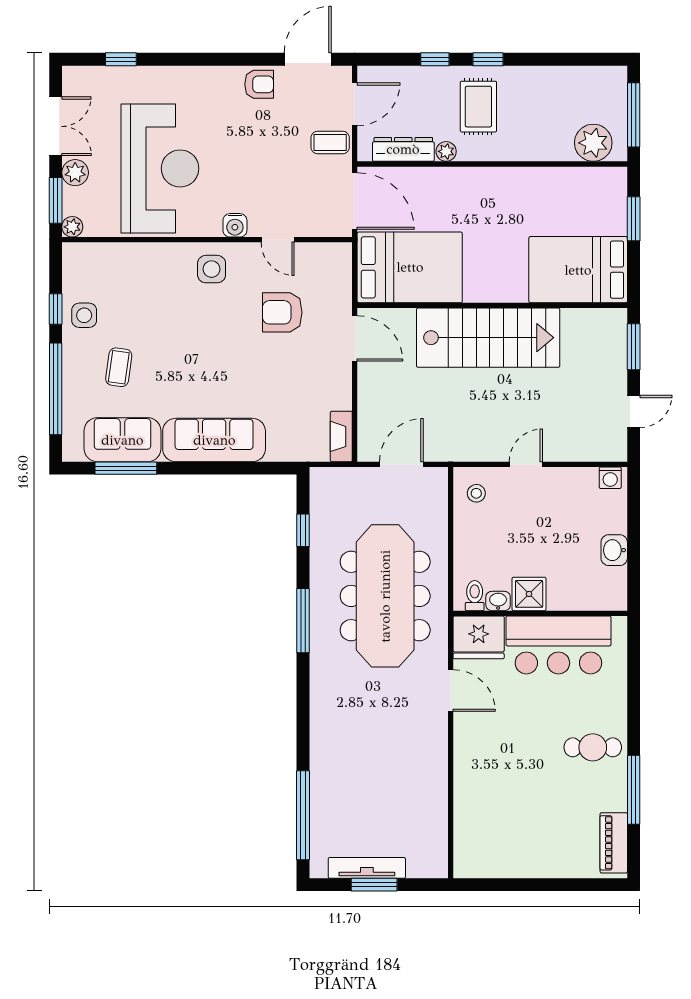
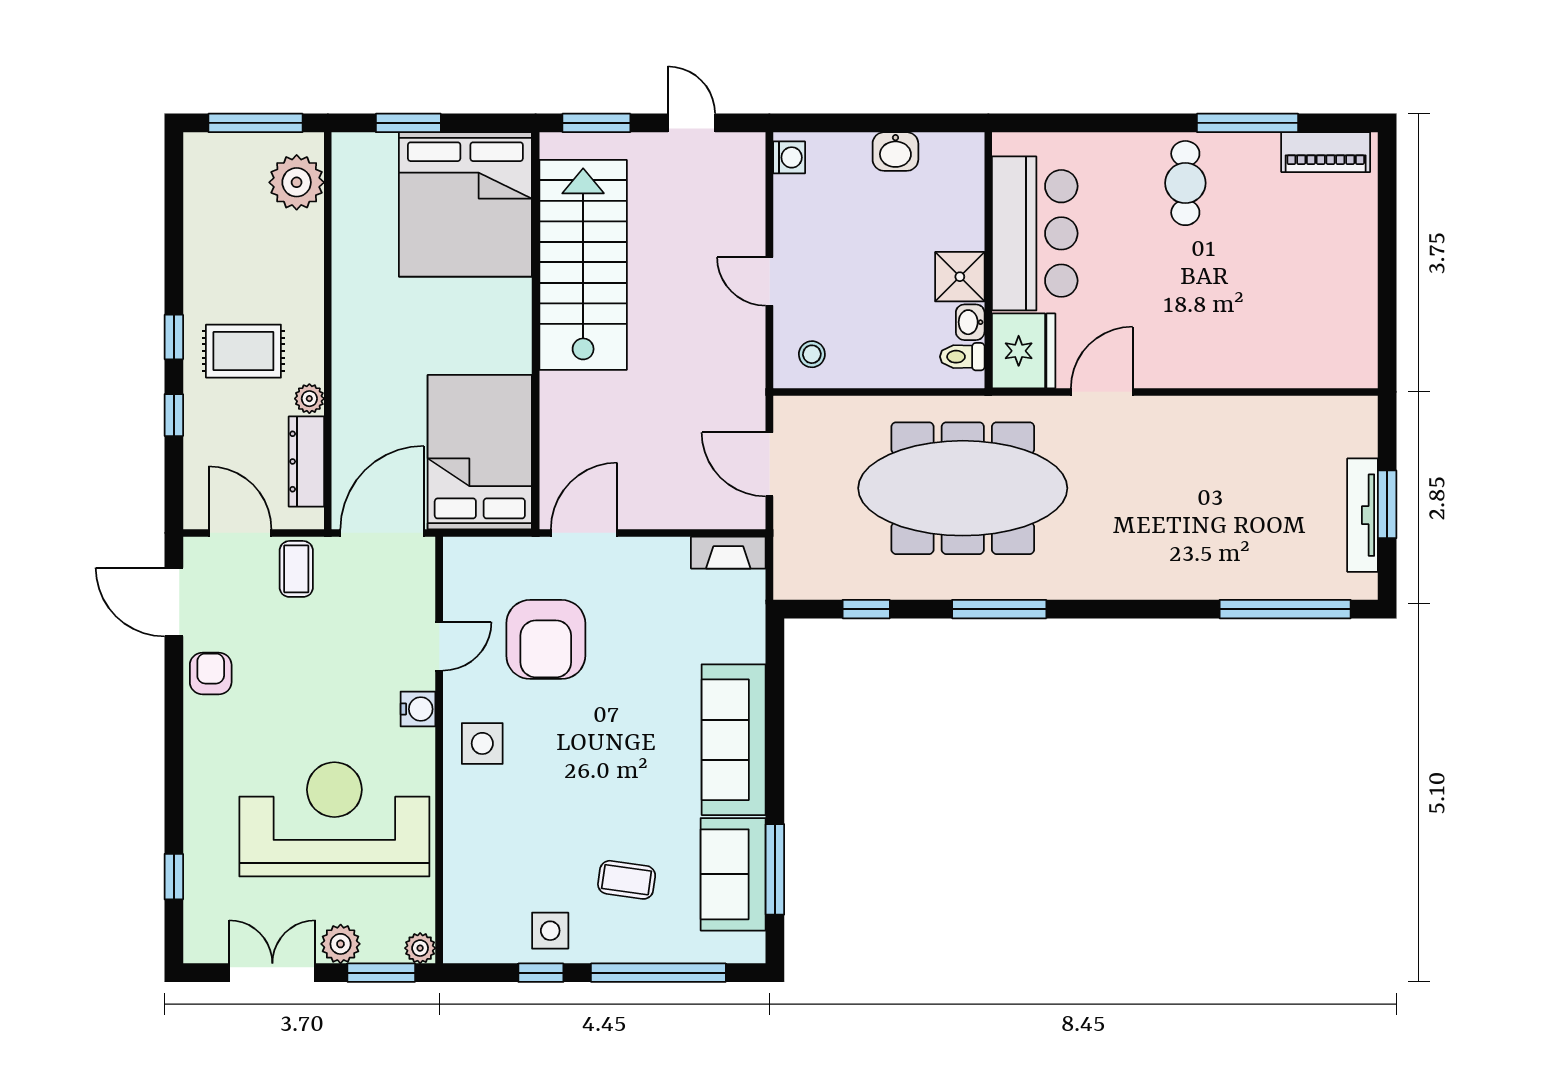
bed: (578, 270) -> (465, 204), width x1.36
armchair: (282, 312) -> (546, 639), width x1.36, depth x1.36
stairs: (488, 338) -> (583, 265), moved

